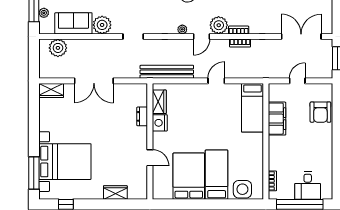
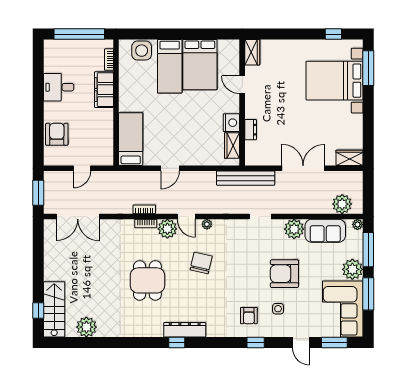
plant: (44, 13) -> (357, 224), moved
door: (202, 37) -> (186, 216), swing flipped
bench: (167, 72) -> (246, 178), moved
filing cabinet: (277, 119) -> (104, 90), moved
desk: (308, 186) -> (59, 87), moved, turned -90
wardrobe: (115, 193) -> (252, 52), moved, turned -90

